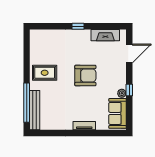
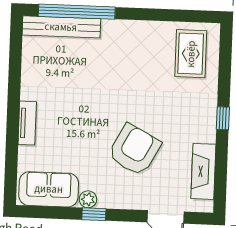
rug: (45, 73) -> (191, 54), moved
armchair: (85, 76) -> (134, 150), moved, turned -152

